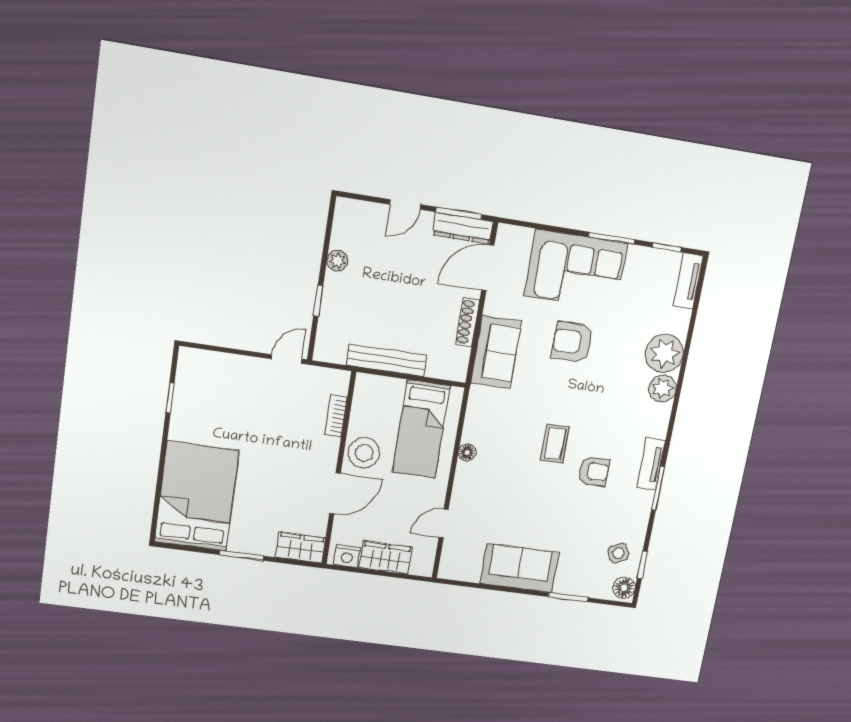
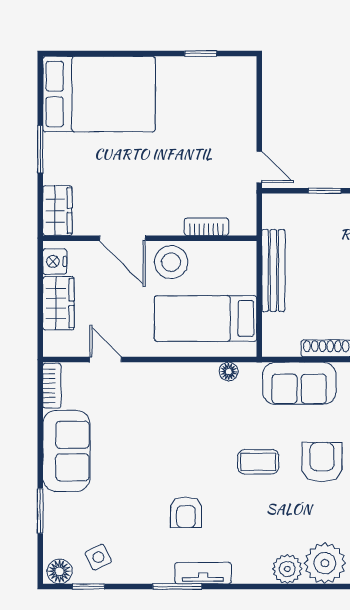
coffee table: (555, 444) -> (258, 462), moved
floor lamp: (467, 453) -> (229, 372), moved
bookcase: (459, 573) -> (52, 386), added

